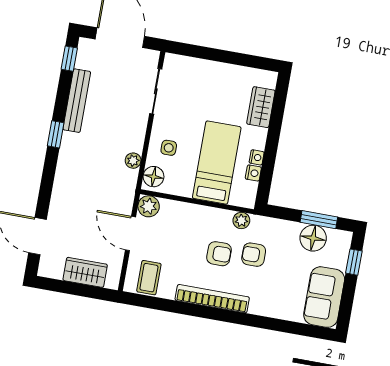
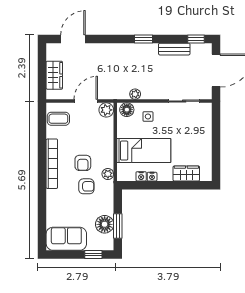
bench: (77, 101) -> (174, 49), width x0.73
armchair: (254, 255) -> (86, 186), turned 90

